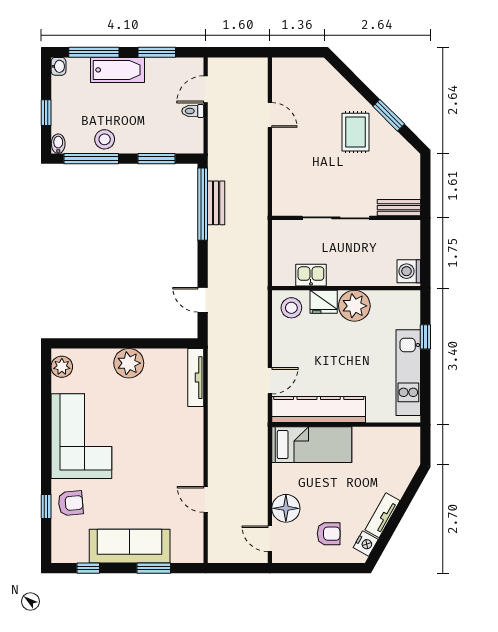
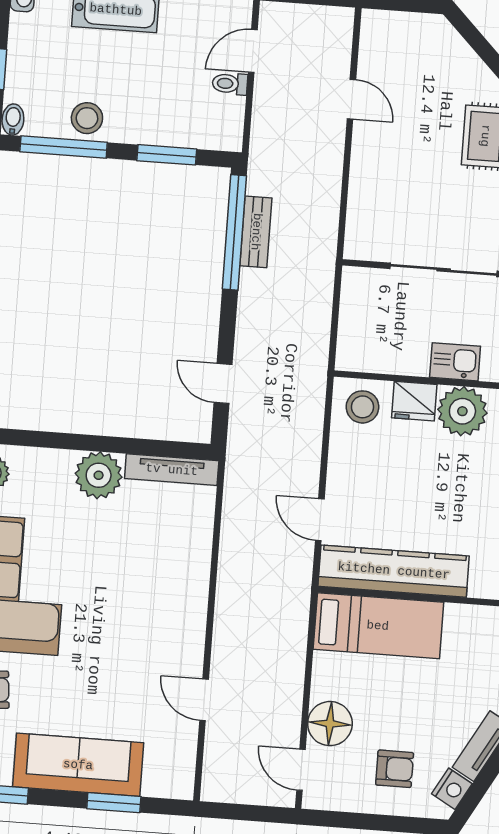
kitchen sink: (311, 275) -> (455, 362), moved
tv unit: (196, 378) -> (172, 470), moved, turned -90
door: (270, 381) -> (320, 520), swing flipped

